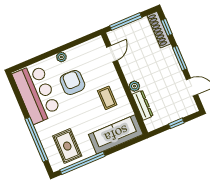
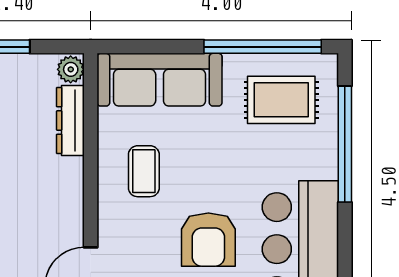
plant: (134, 86) -> (71, 69), moved
rug: (67, 146) -> (281, 100), turned 90

